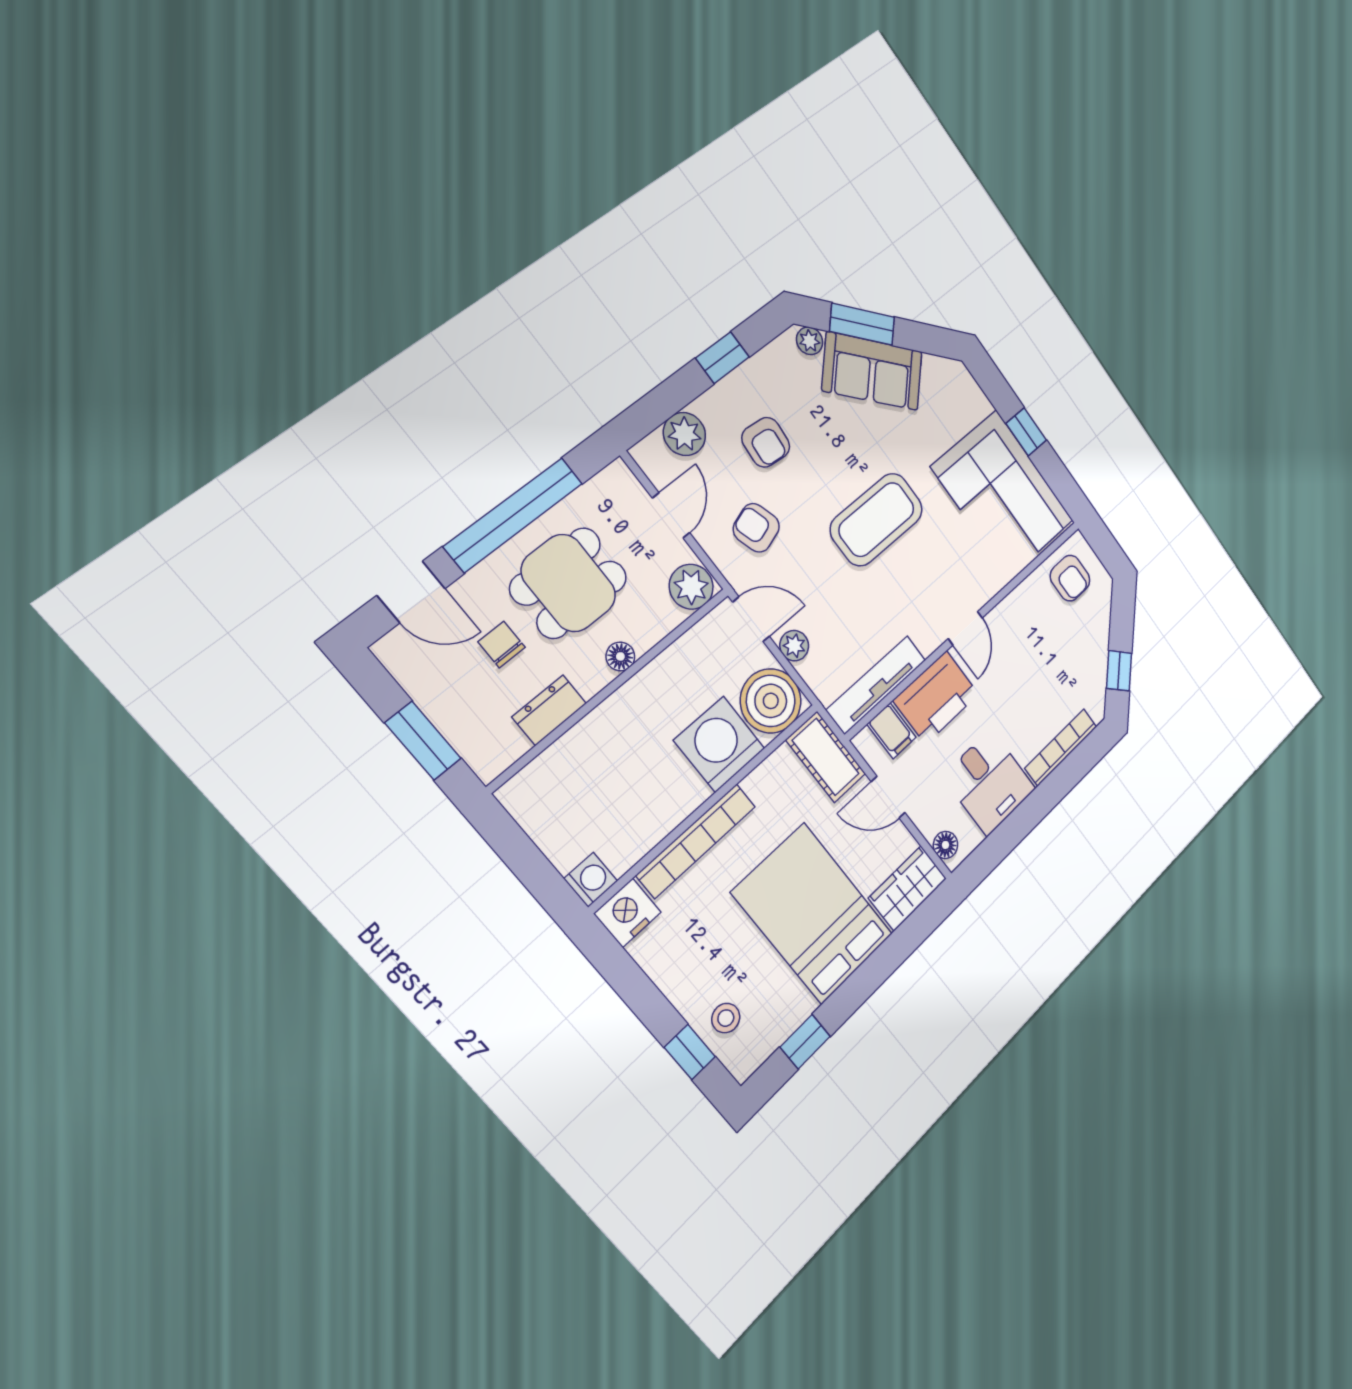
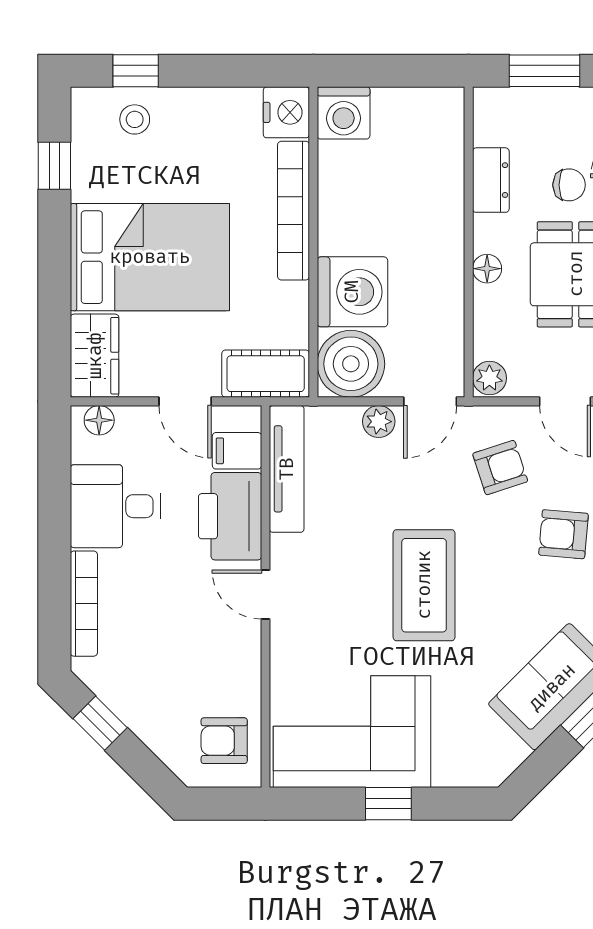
plant: (691, 587) -> (489, 378), width x0.73, depth x0.73
door: (888, 797) -> (185, 401), swing flipped
washing machine: (591, 880) -> (344, 113), width x1.38, depth x1.38

